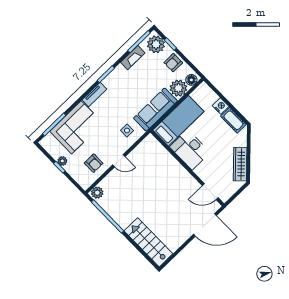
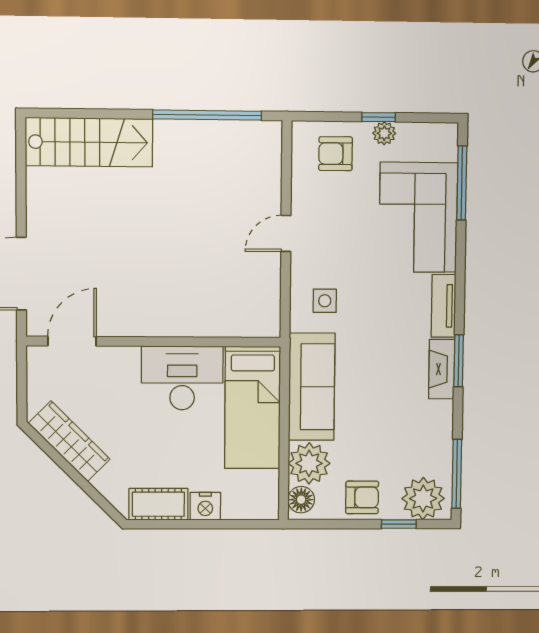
fireplace: (133, 58) -> (442, 369), moved
armchair: (173, 63) -> (362, 497), turned 90
armchair: (94, 163) -> (336, 154), moved
plant: (97, 193) -> (268, 139), removed

